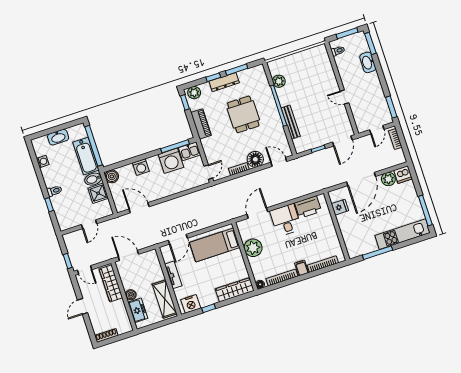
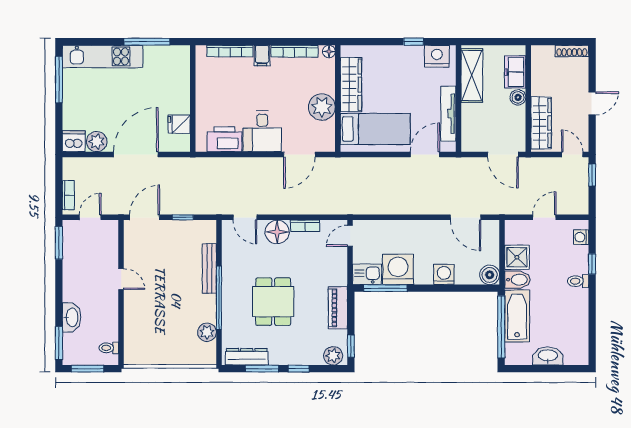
dresser: (224, 82) -> (247, 357), moved
washing machine: (43, 162) -> (581, 237), moved
tv unit: (173, 275) -> (448, 114), width x1.41
wardrobe: (235, 290) -> (351, 85), moved, turned -90

